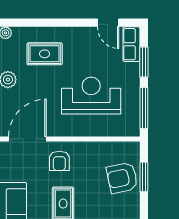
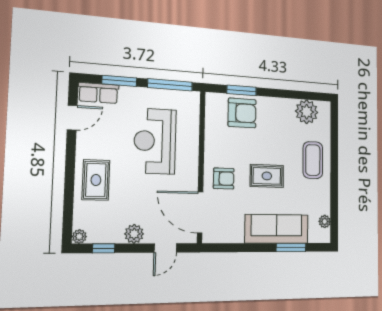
rug: (45, 54) -> (96, 180), moved
armchair: (122, 178) -> (242, 113), turned -78

